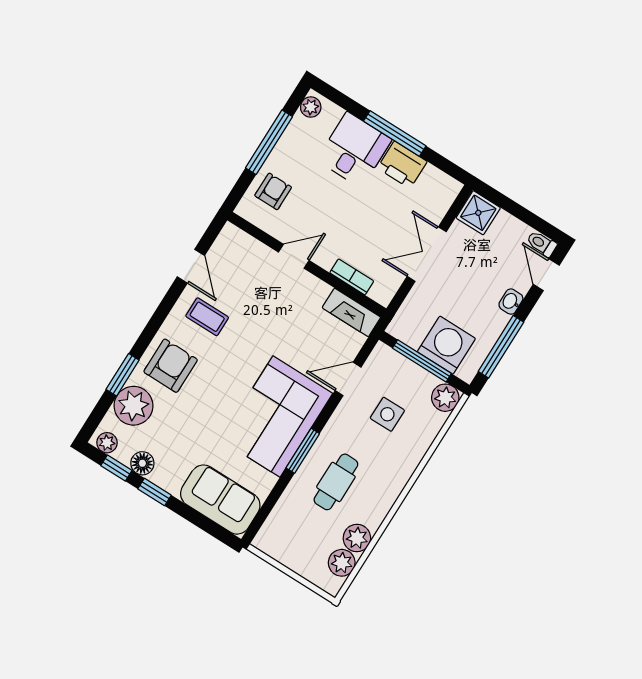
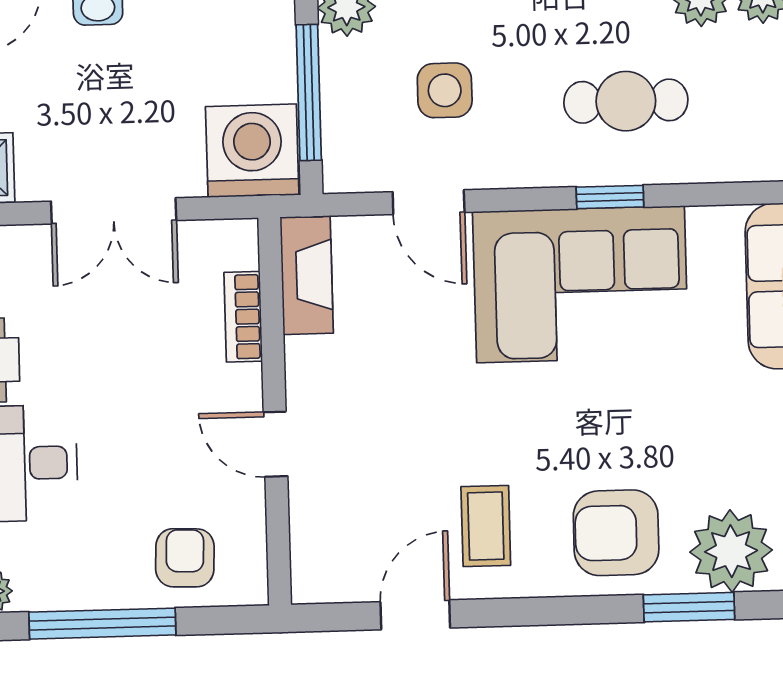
armchair: (273, 191) -> (185, 558), turned 92
washing machine: (446, 345) -> (252, 151), moved, turned 90
window: (303, 451) -> (610, 197), width x0.67

